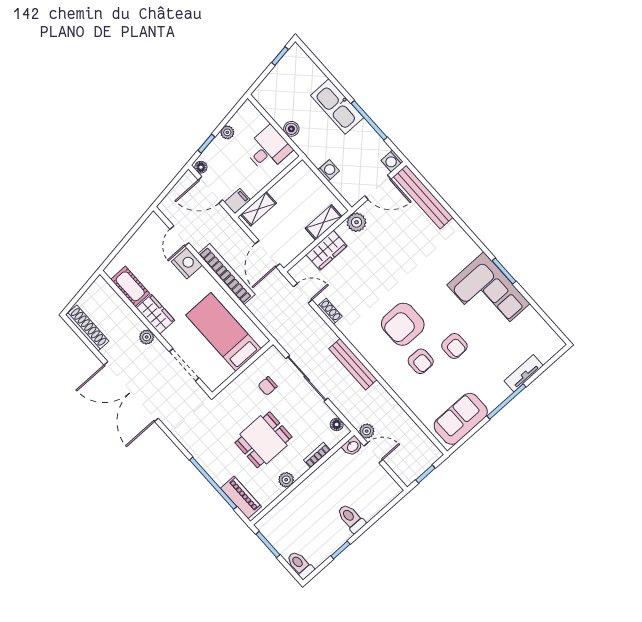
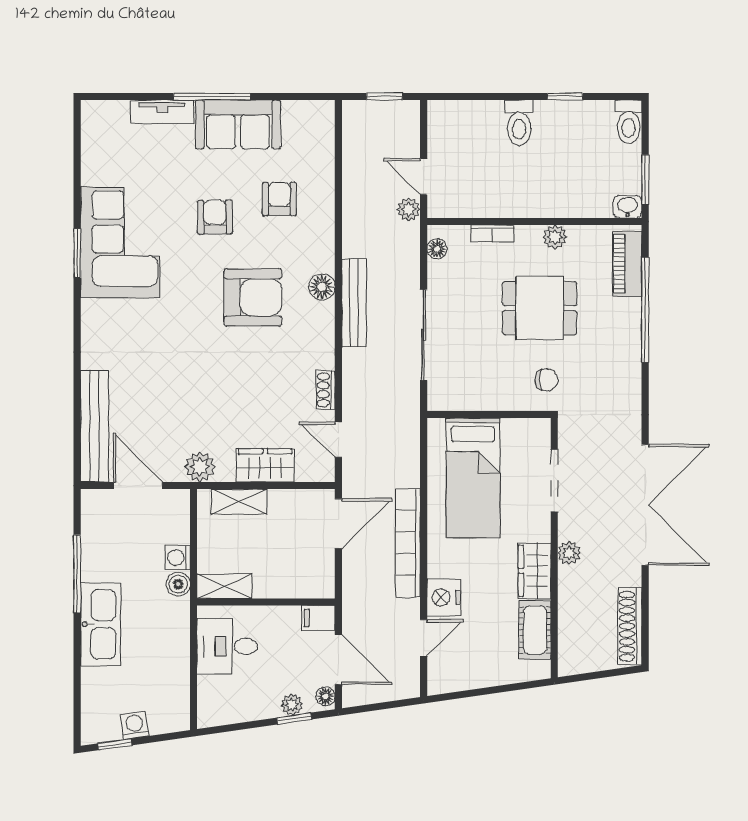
boiler: (291, 129) -> (178, 584), moved
plant: (227, 132) -> (292, 705), moved
washing machine: (392, 161) -> (135, 725), moved, turned -98
shelving: (259, 209) -> (224, 586), moved
floor lamp: (375, 358) -> (322, 287), added
armchair: (421, 361) -> (279, 199), moved
chair: (268, 386) -> (546, 380), moved
sofa: (461, 419) -> (238, 124), moved
washbasin: (352, 446) -> (627, 207), moved

